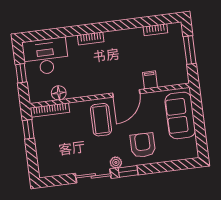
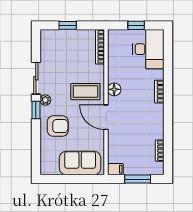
filing cabinet: (150, 80) -> (115, 169), moved
floor lamp: (59, 93) -> (114, 89), moved
window: (28, 129) -> (68, 25), moved

